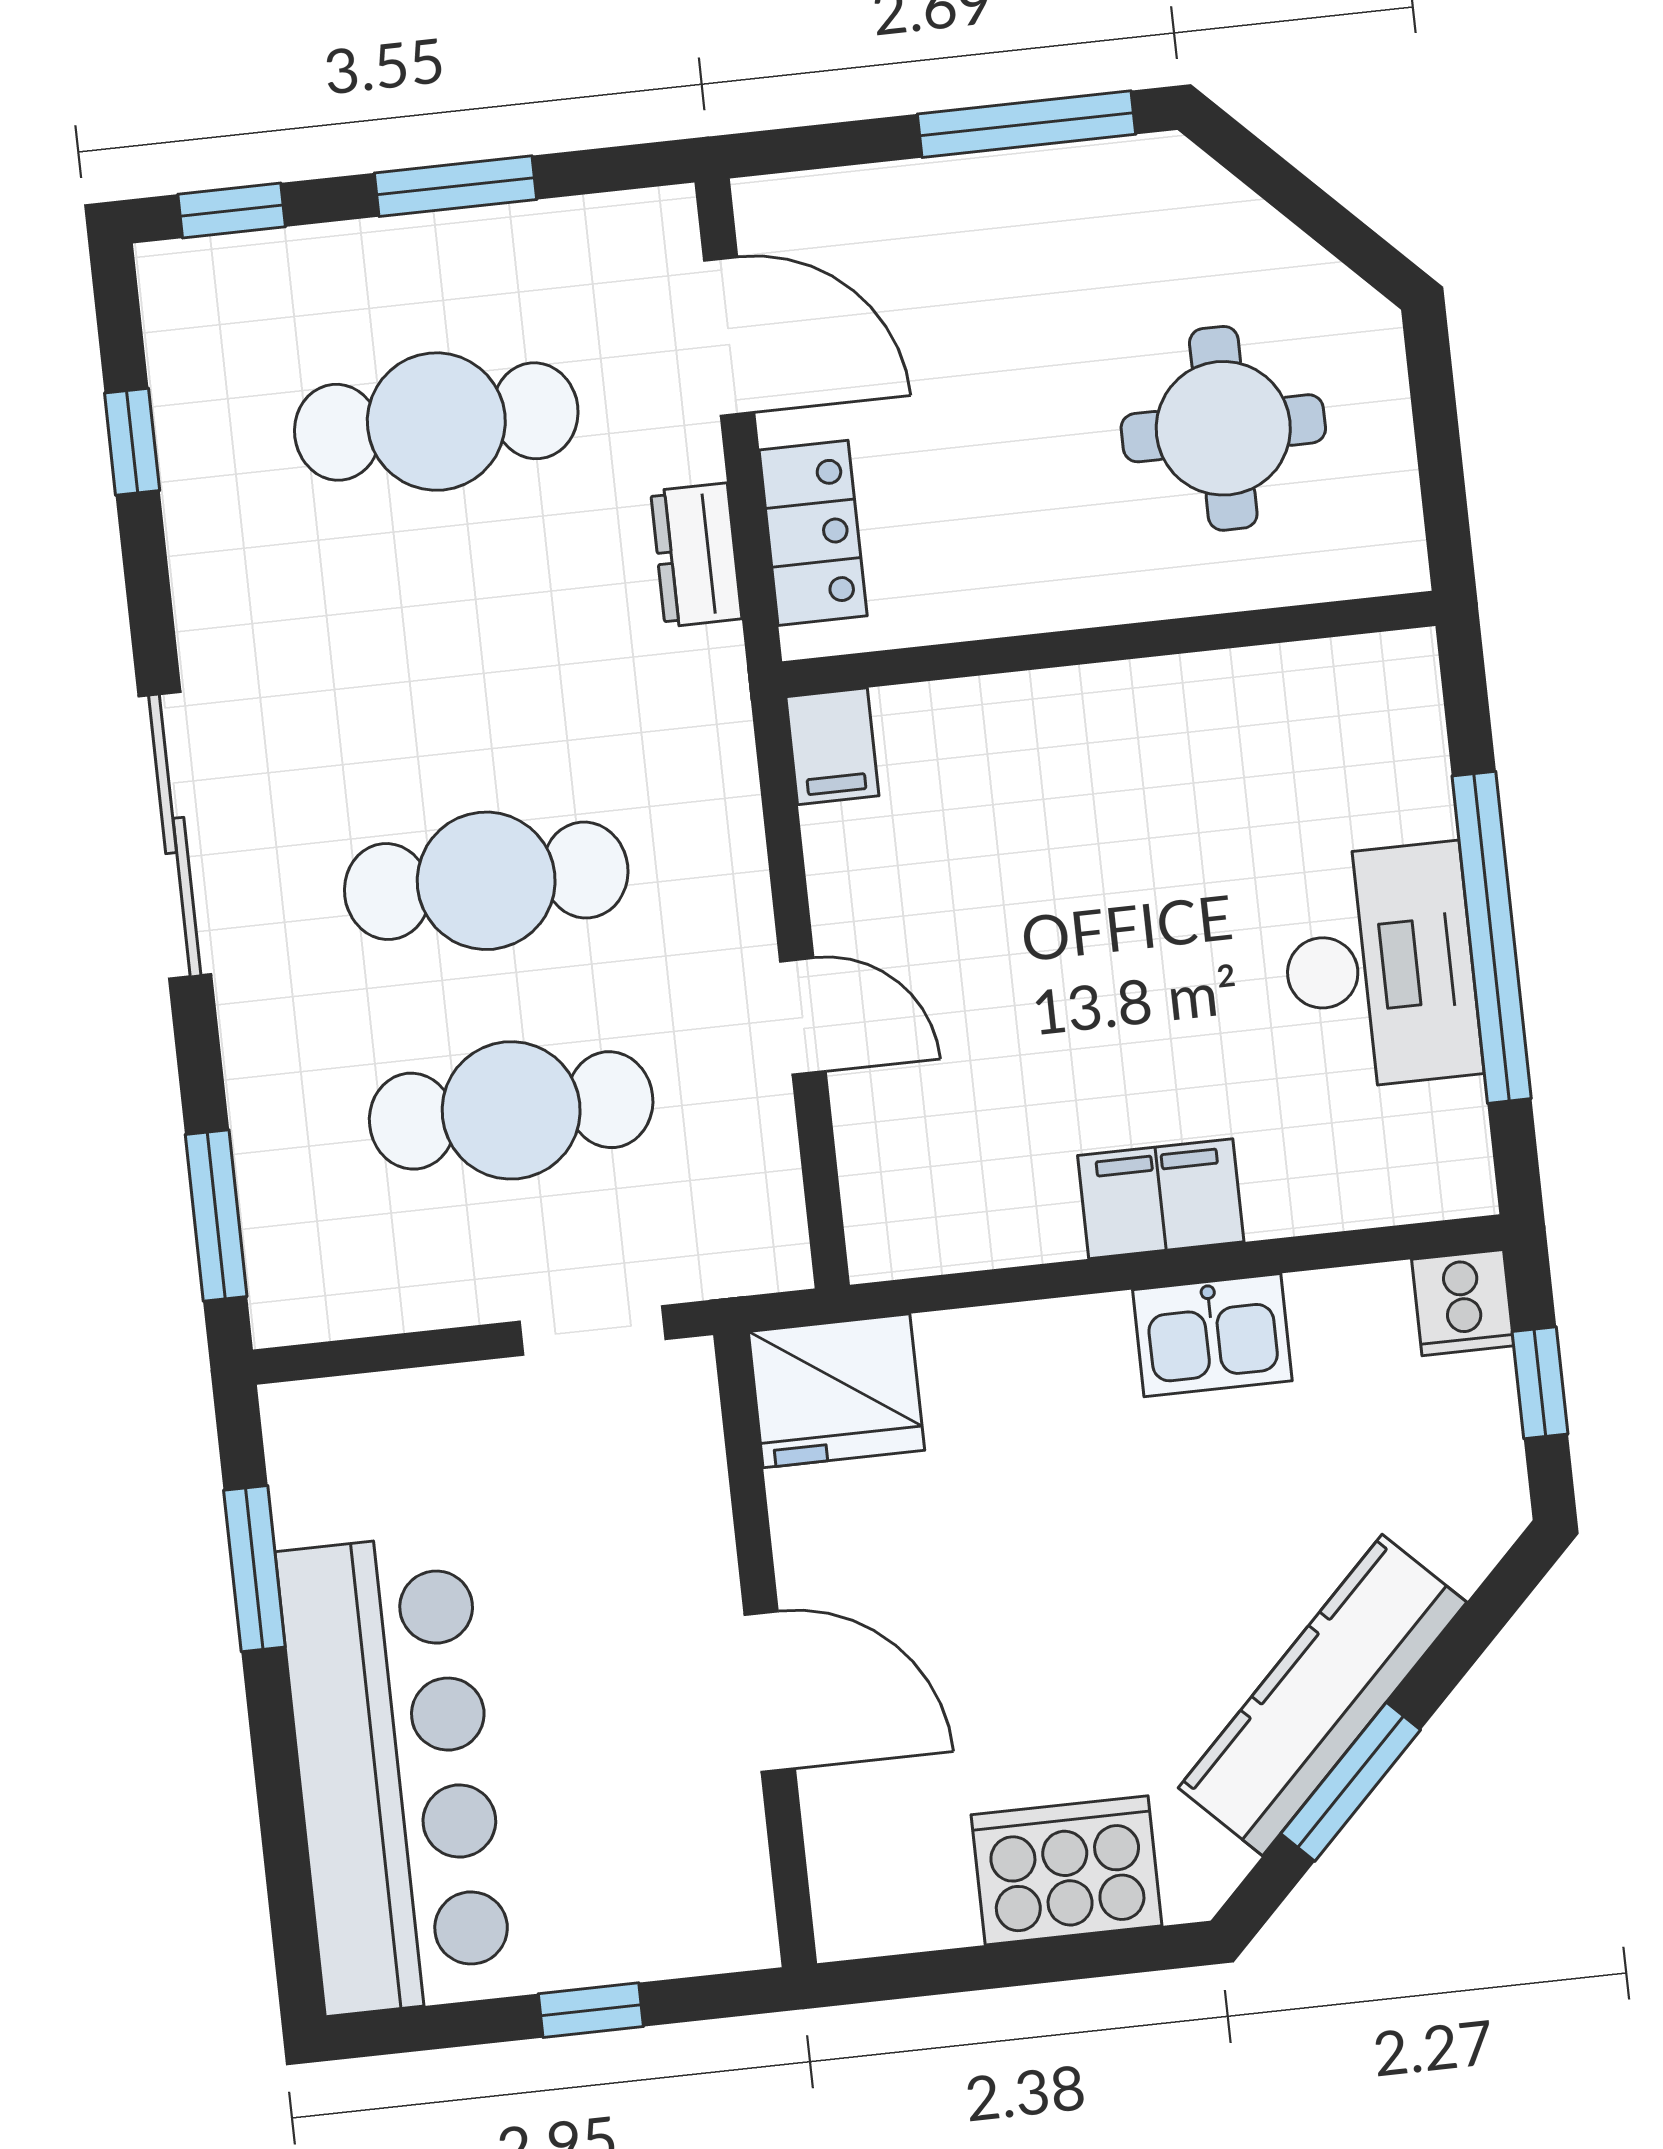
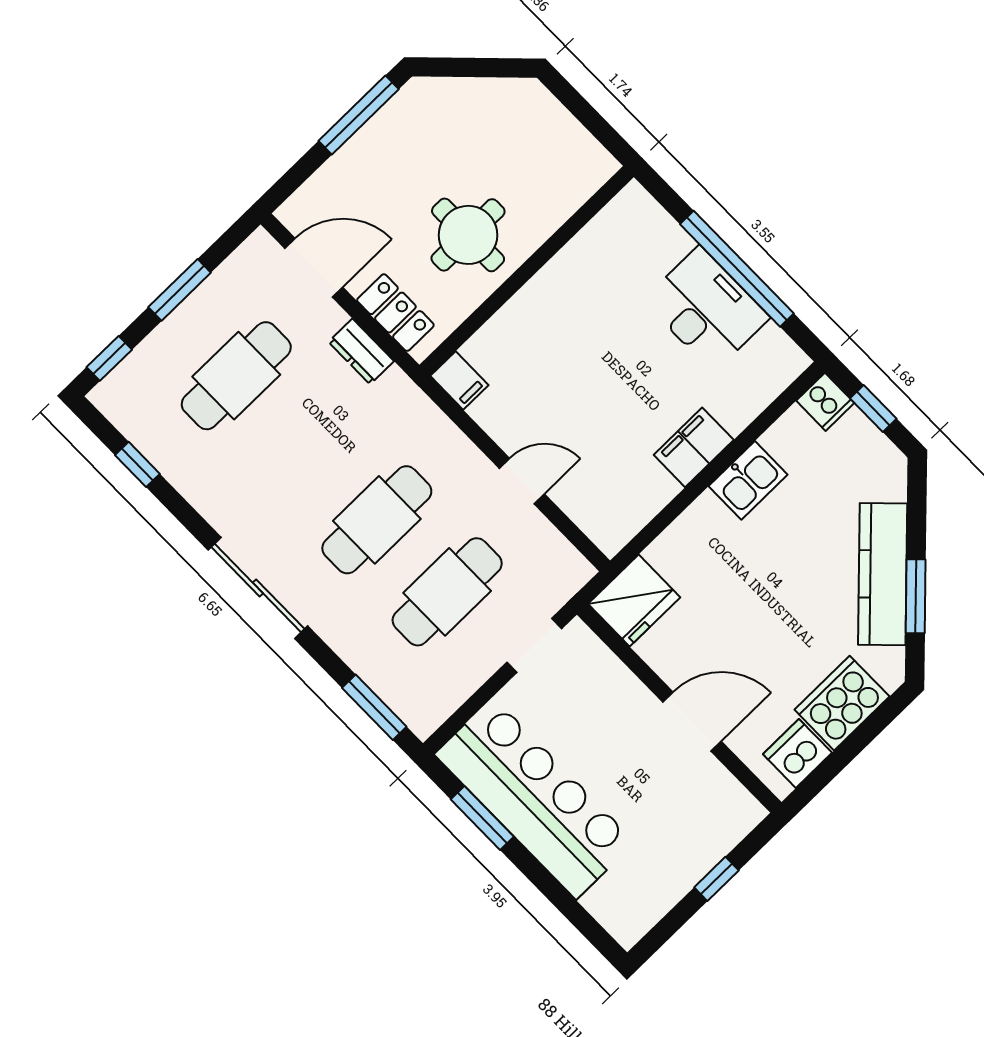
round table: (1223, 428) -> (468, 235), moved
bar counter: (395, 1774) -> (535, 798), moved
dishwasher: (915, 1898) -> (797, 753), added

